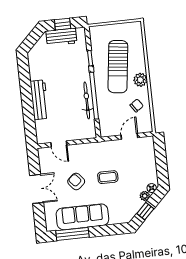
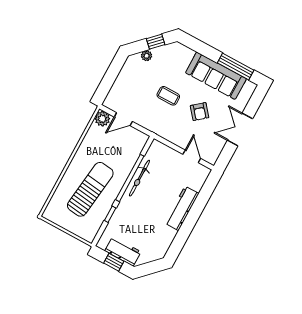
plant: (140, 80) -> (102, 119), moved
chair: (137, 105) -> (98, 143), removed
floor lamp: (152, 188) -> (135, 59), removed

